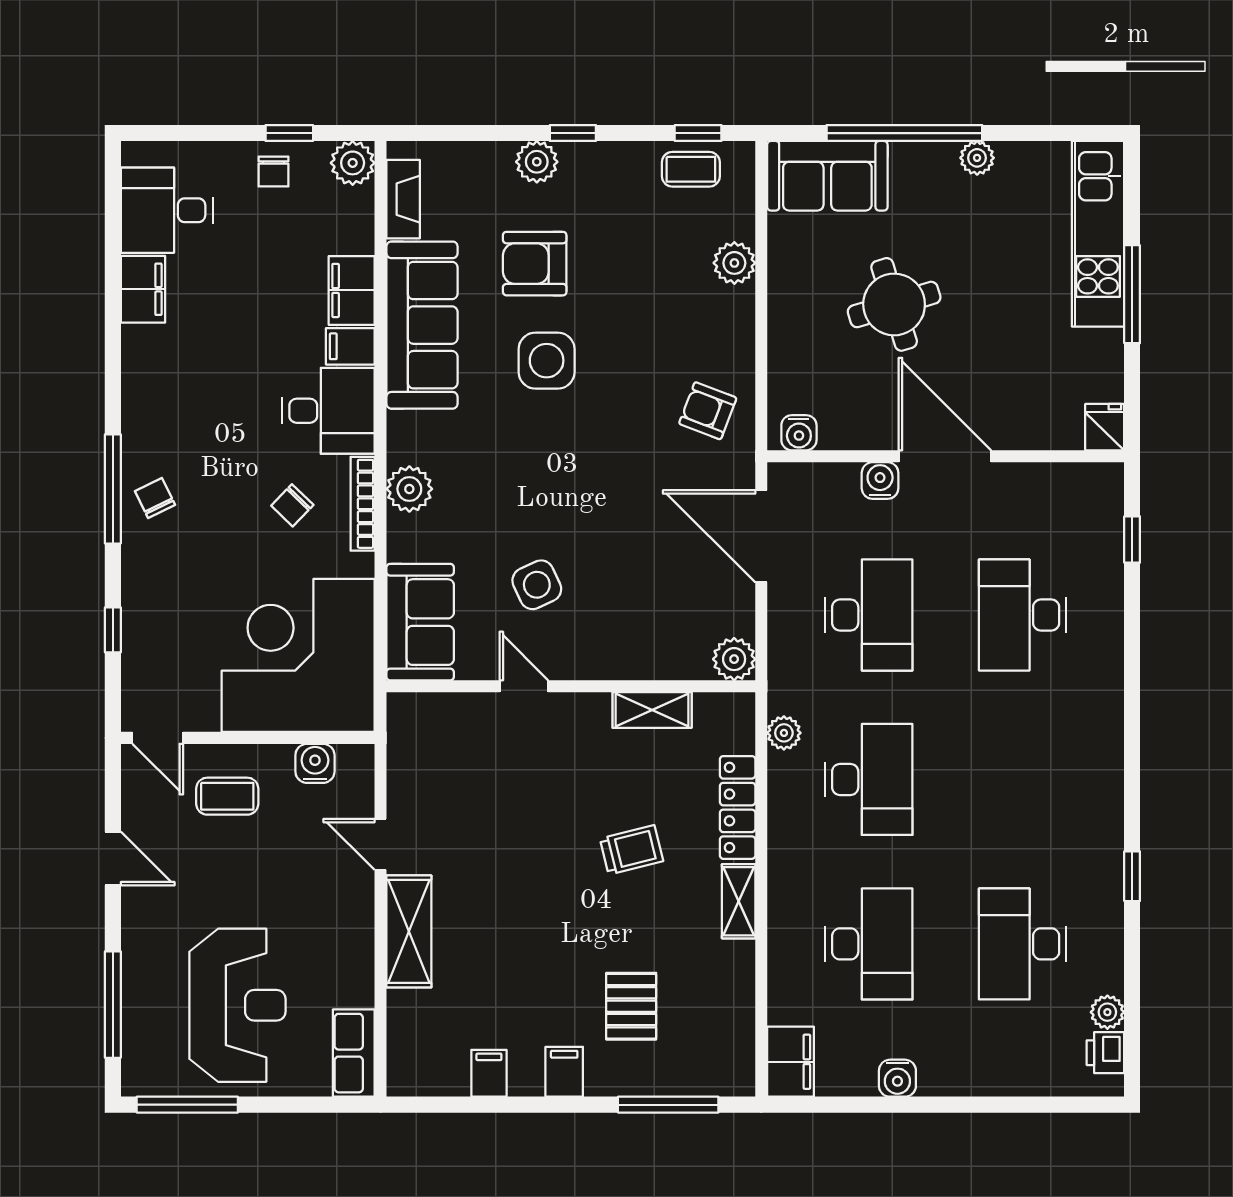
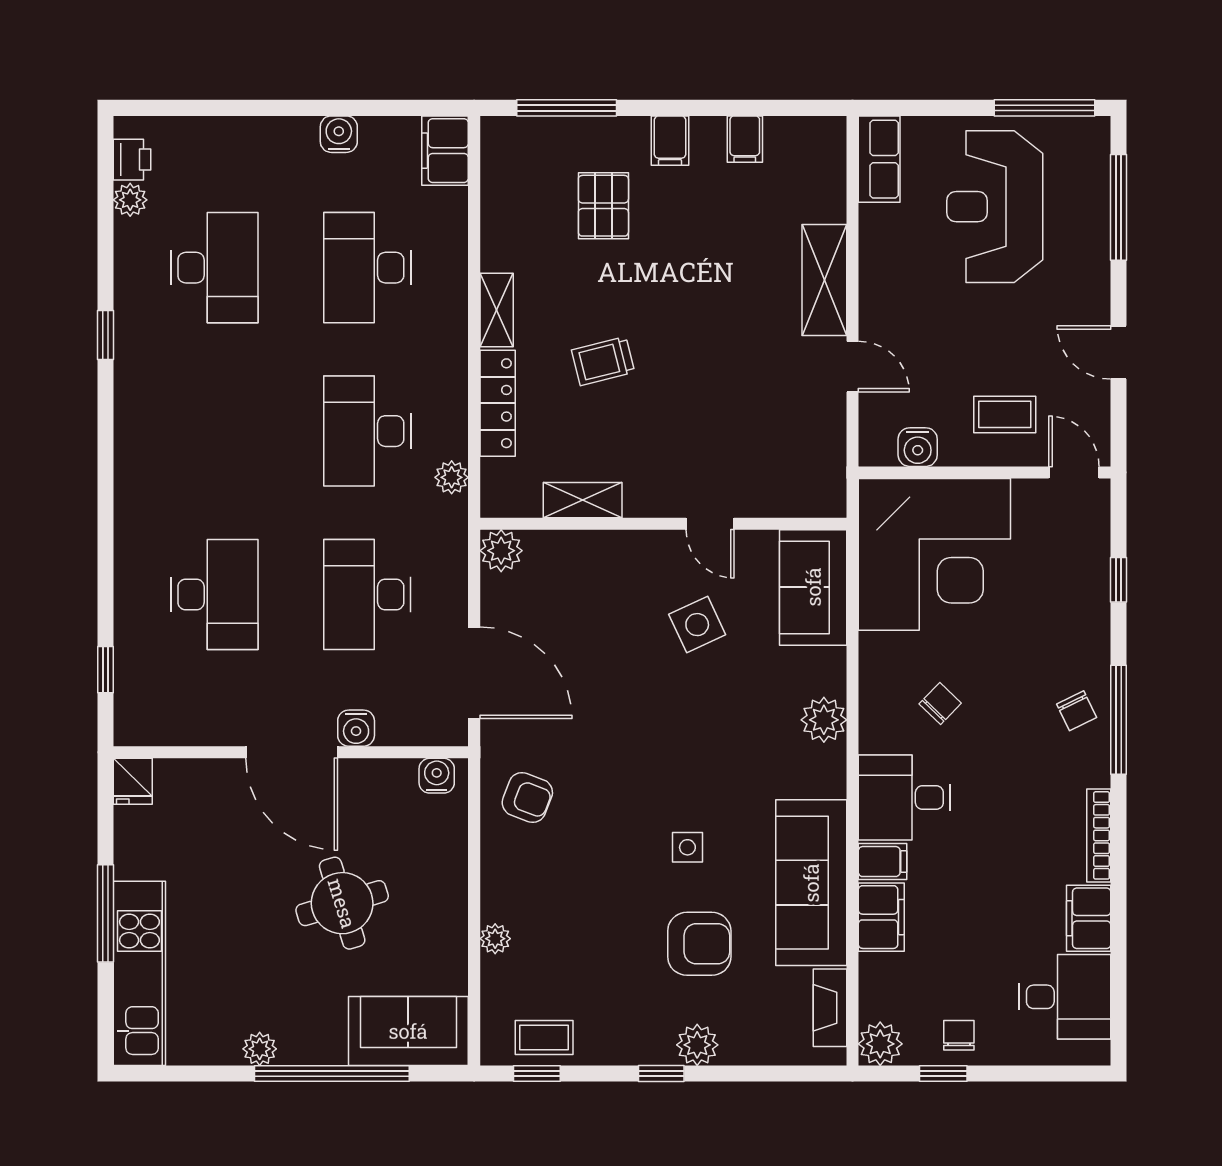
plant: (734, 263) -> (495, 939), width x0.73, depth x0.73
side table: (547, 361) -> (687, 847), width x0.54, depth x0.54
bookcase: (363, 504) -> (1099, 835), moved, turned 180

